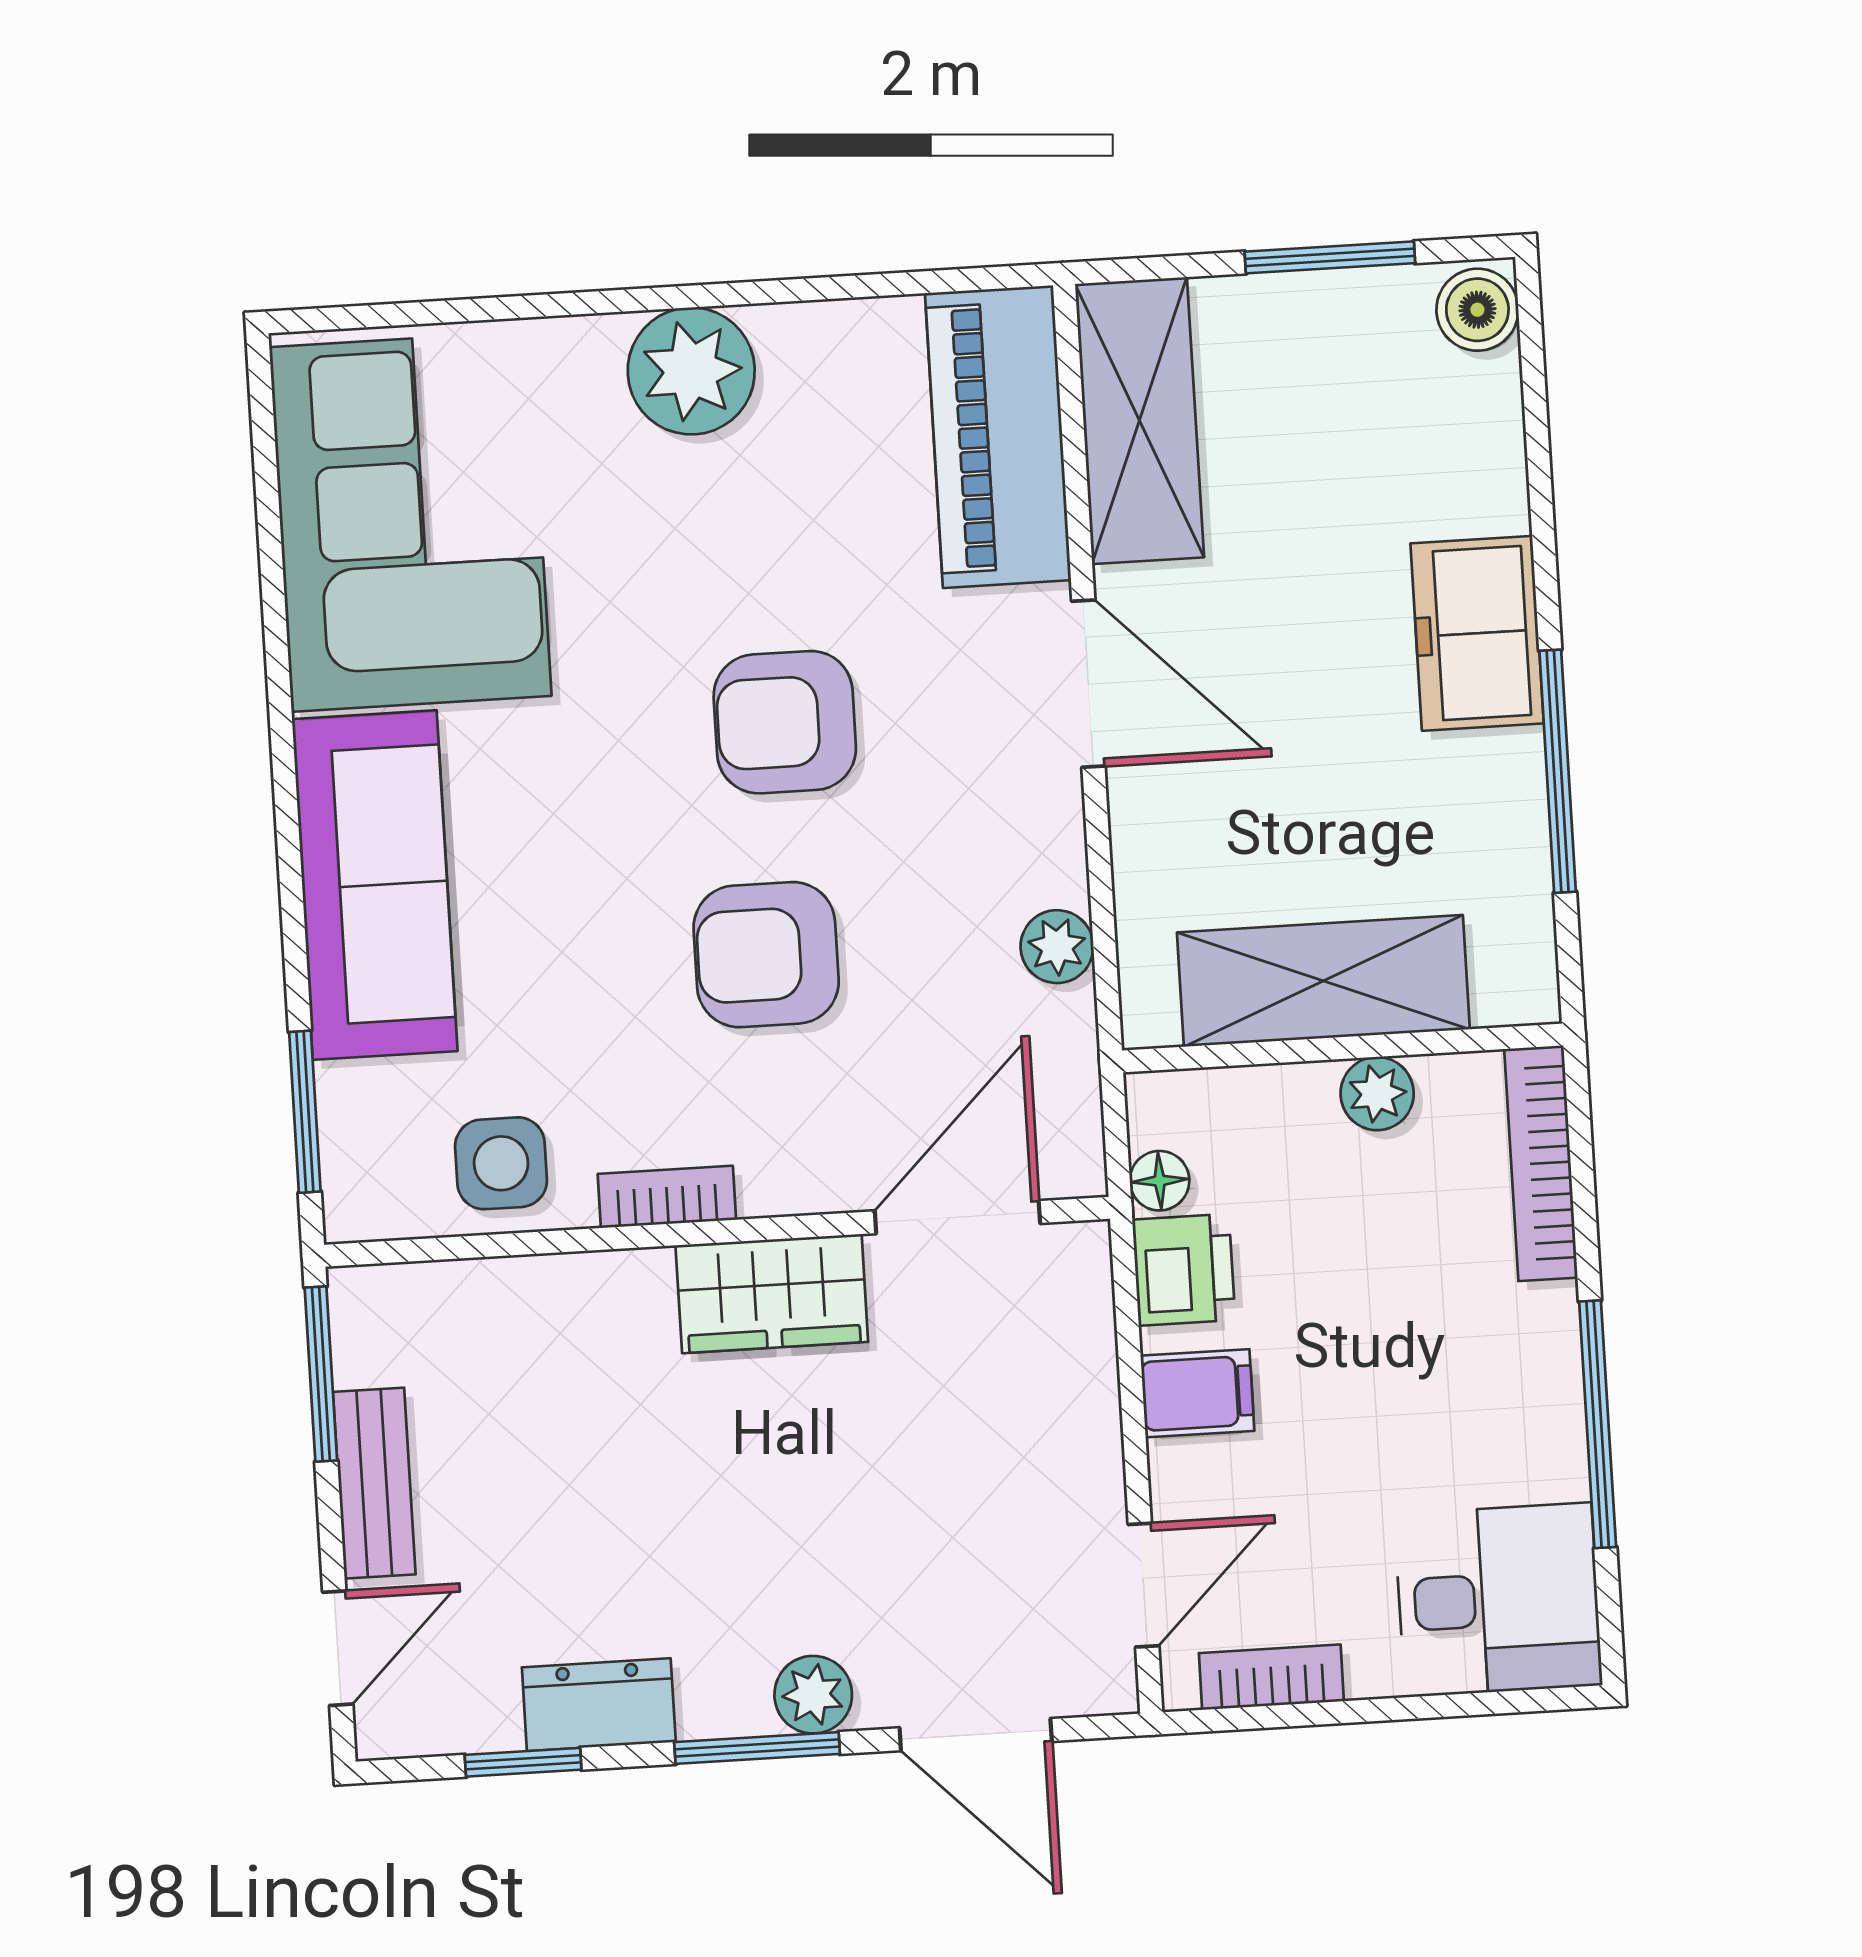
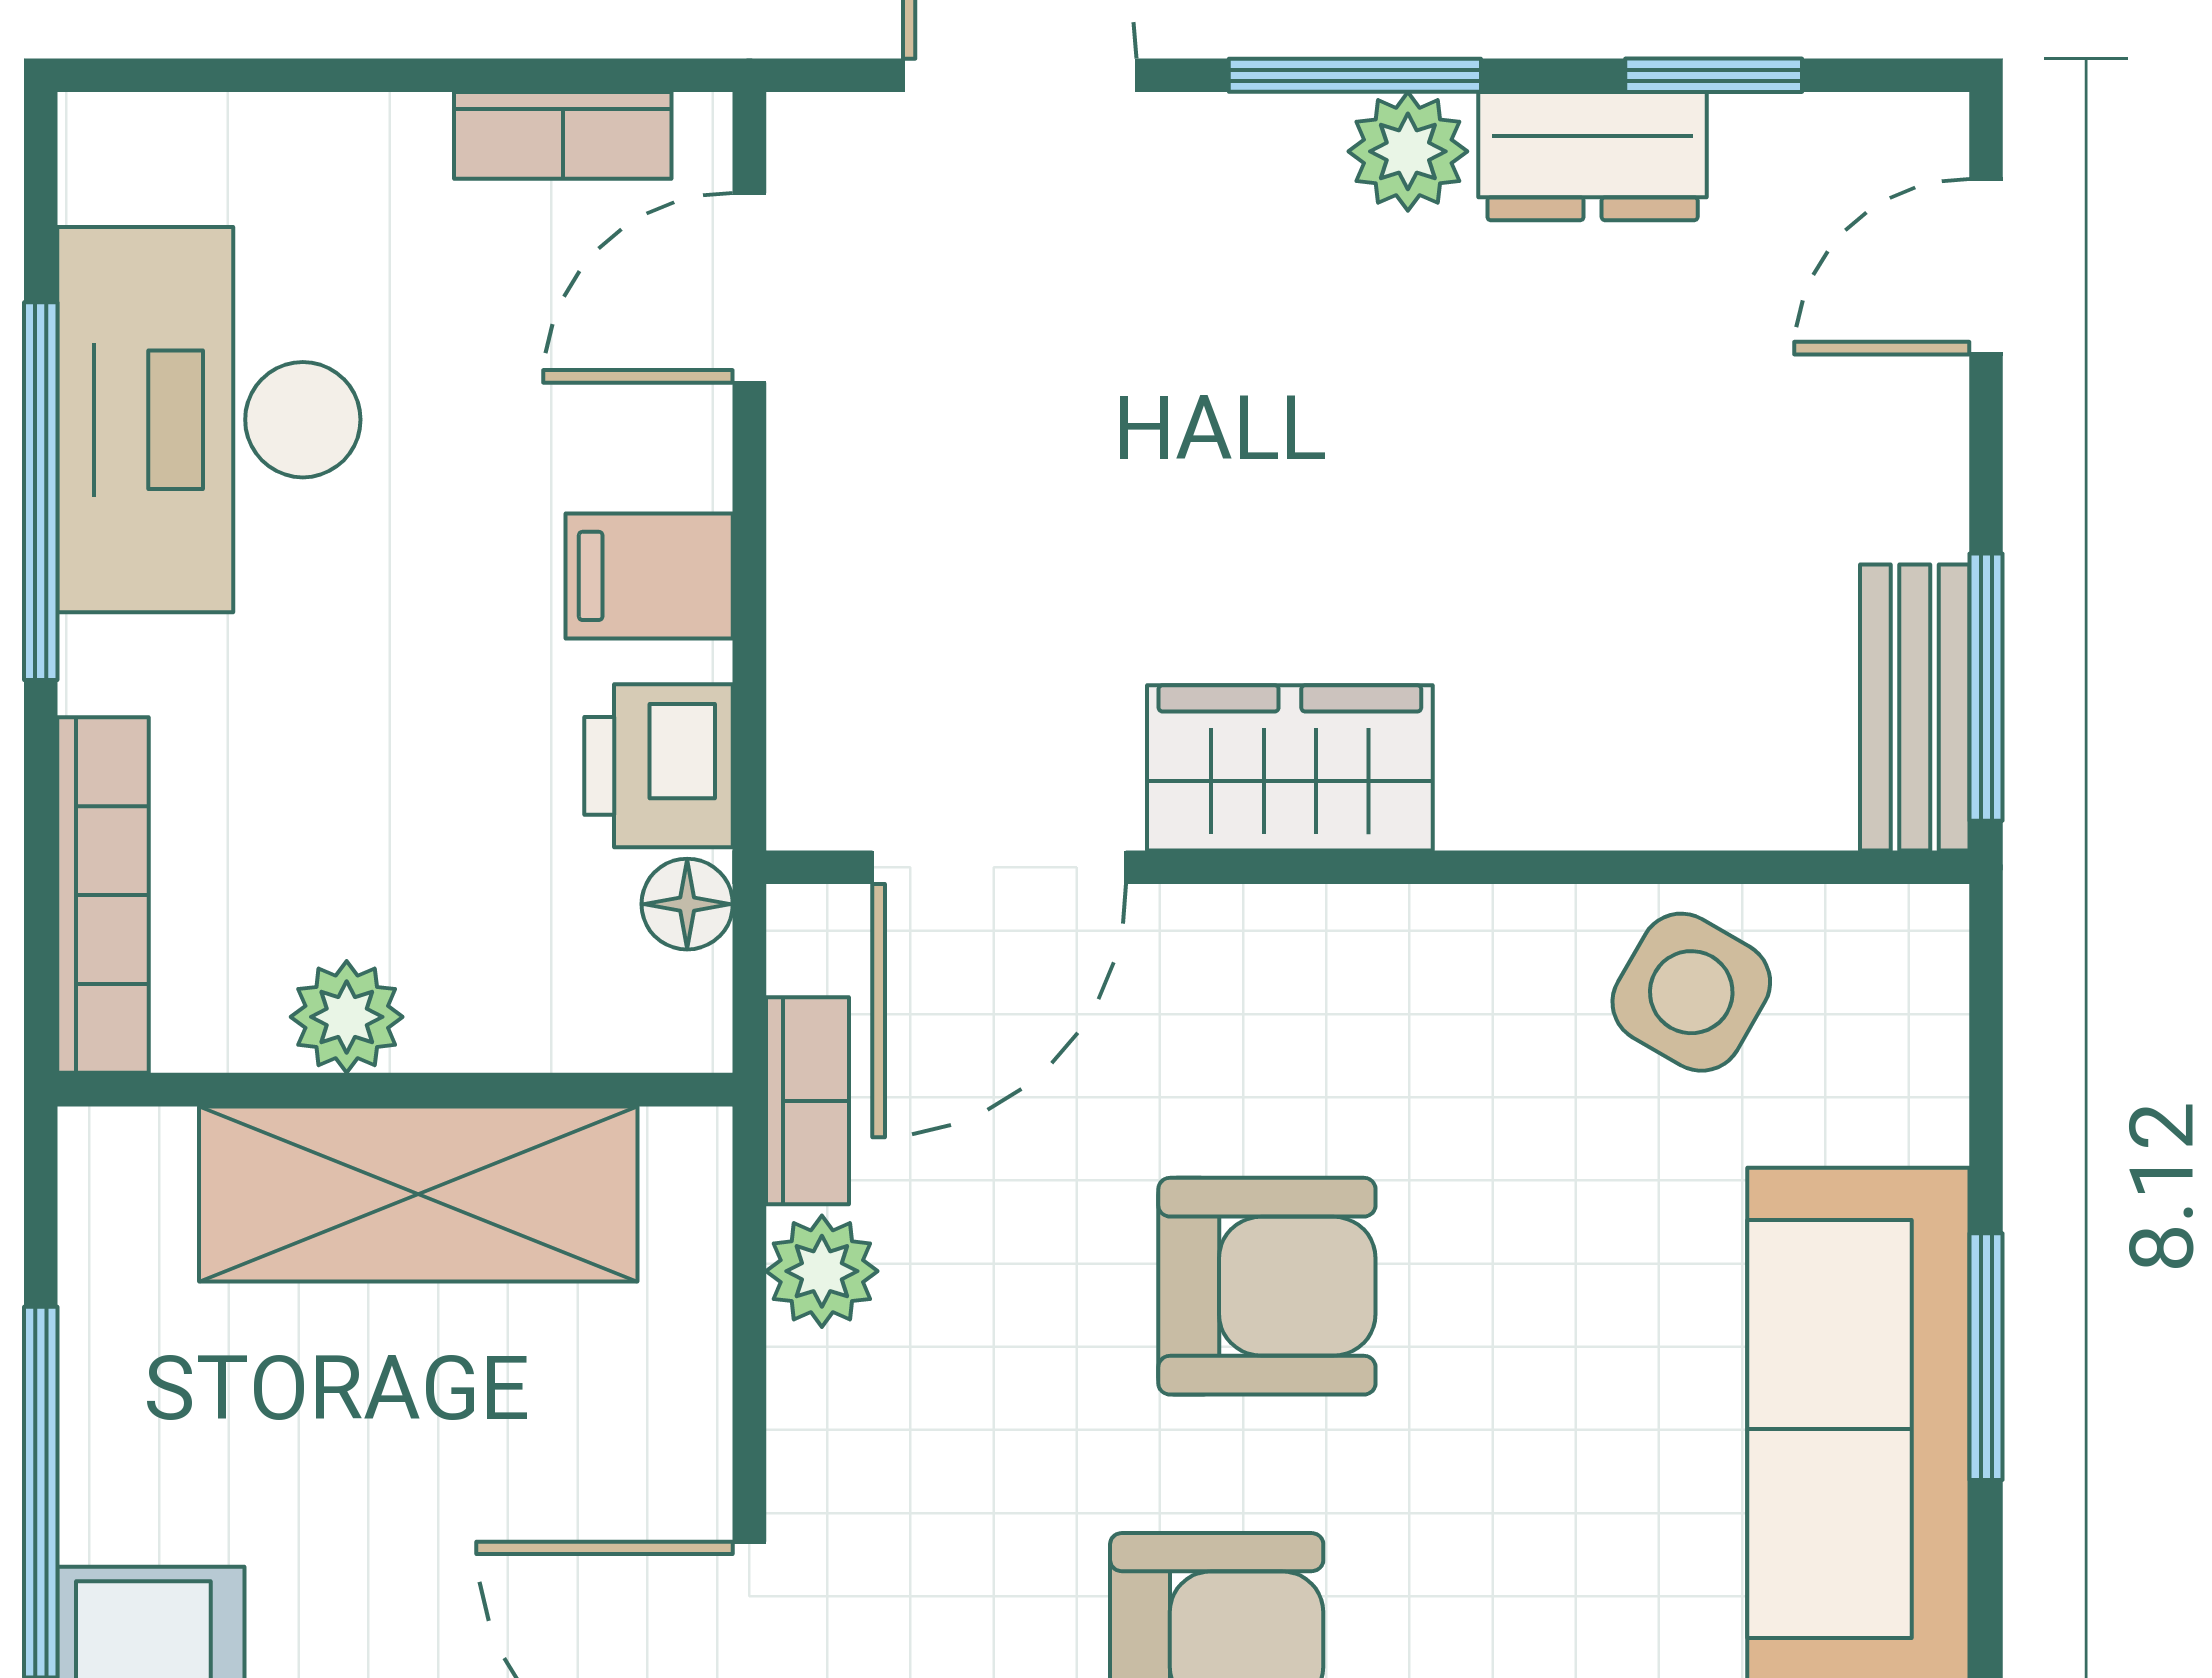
window: (305, 1112) -> (1986, 1357), moved
side table: (501, 1163) -> (1691, 992), turned 30
bookcase: (667, 1197) -> (808, 1101), moved, turned -90
bench: (374, 1483) -> (1915, 707), moved
desk: (1498, 1600) -> (209, 420), moved, width x1.37
plant: (813, 1695) -> (1408, 151), moved

